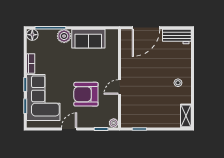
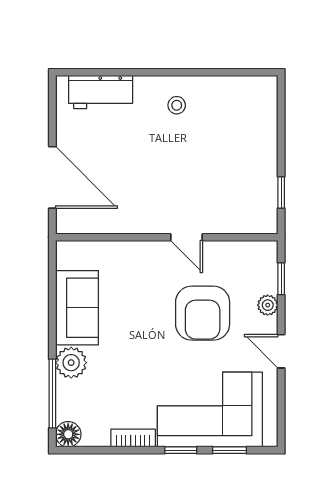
workbench: (177, 36) -> (101, 92), moved, turned 90
shelving: (186, 116) -> (252, 87), removed
plant: (114, 123) -> (268, 305), moved

